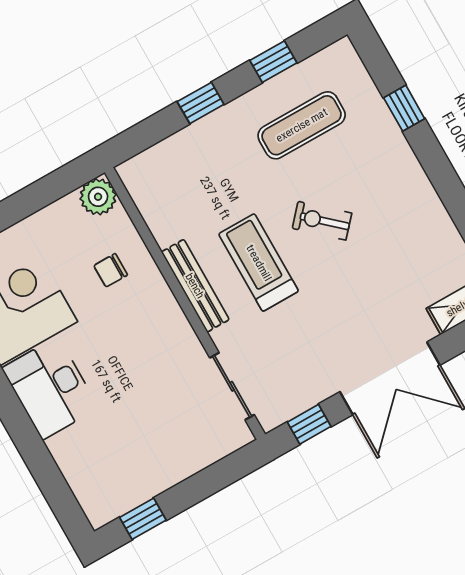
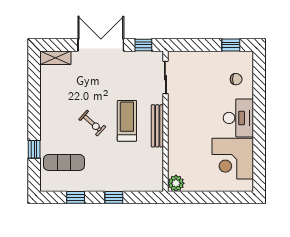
exercise mat: (302, 125) -> (64, 162), moved
treadmill: (259, 263) -> (127, 121), turned 180
chair: (111, 270) -> (236, 79), moved

